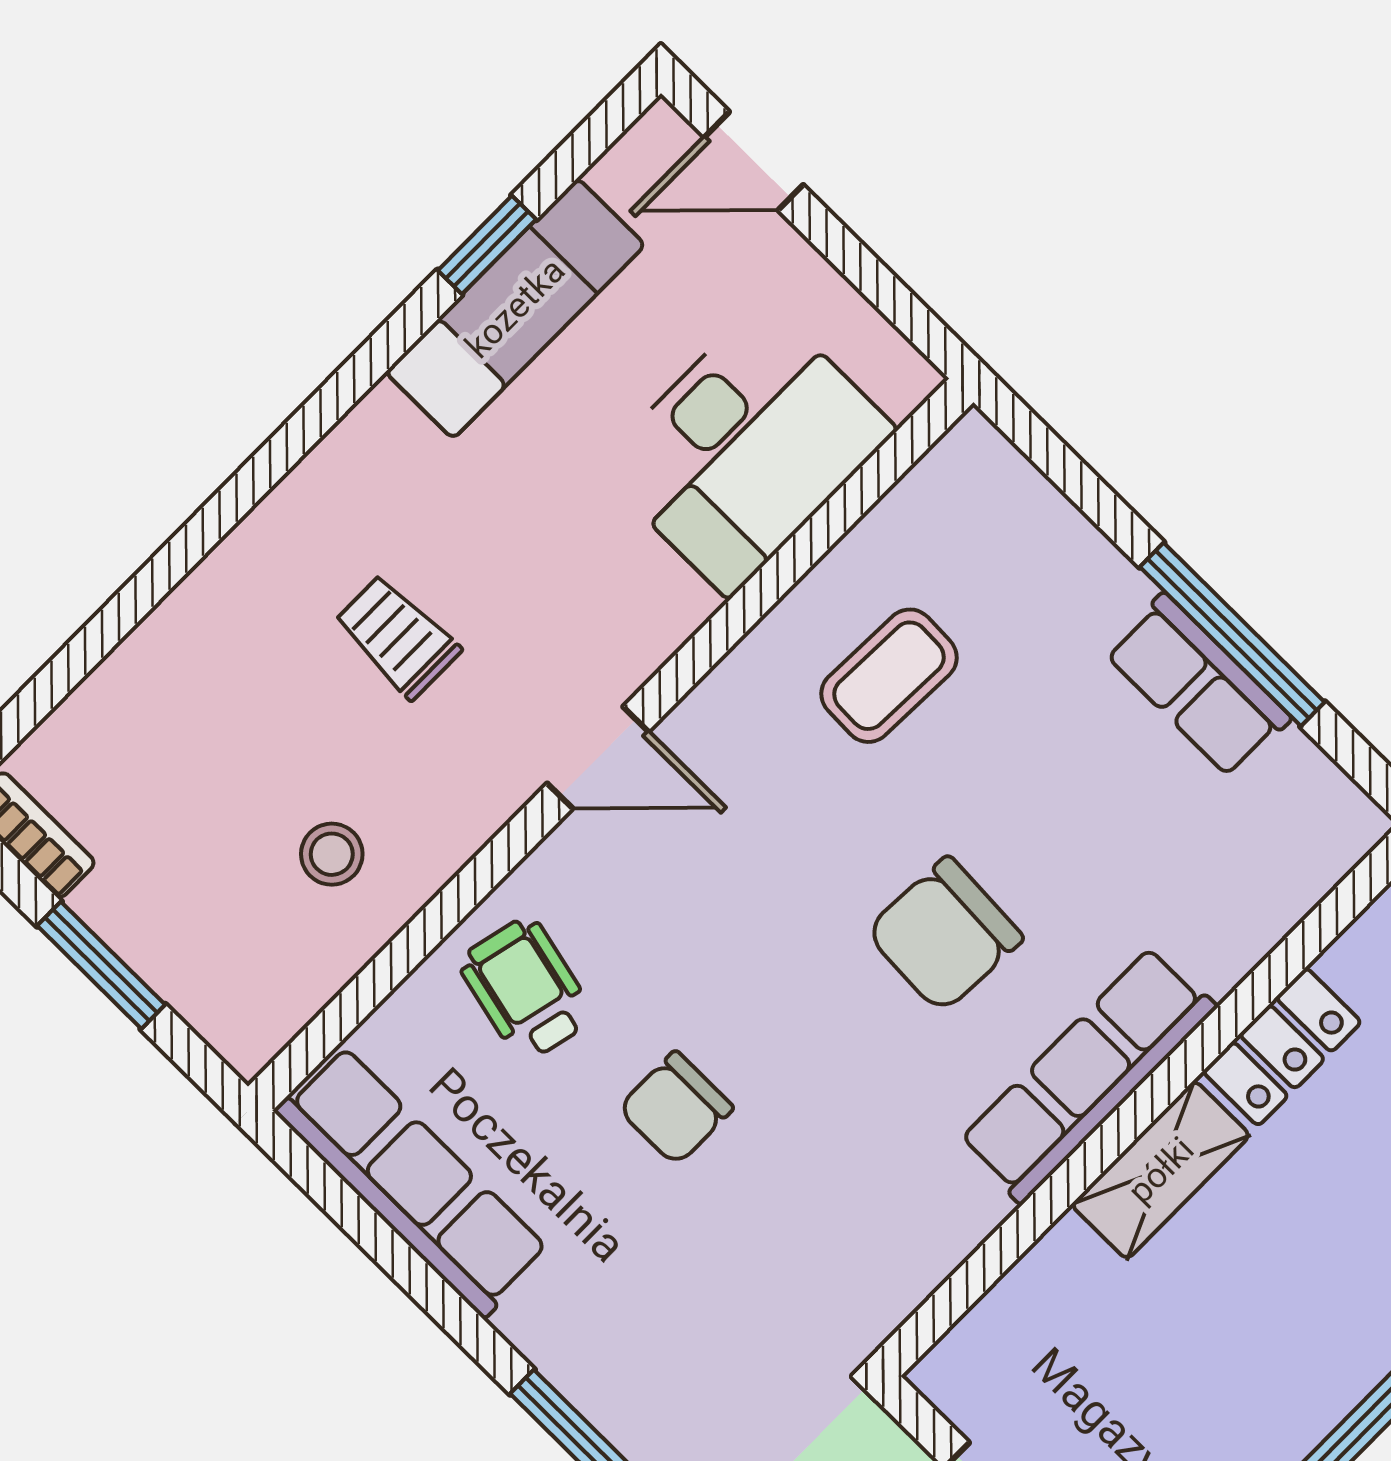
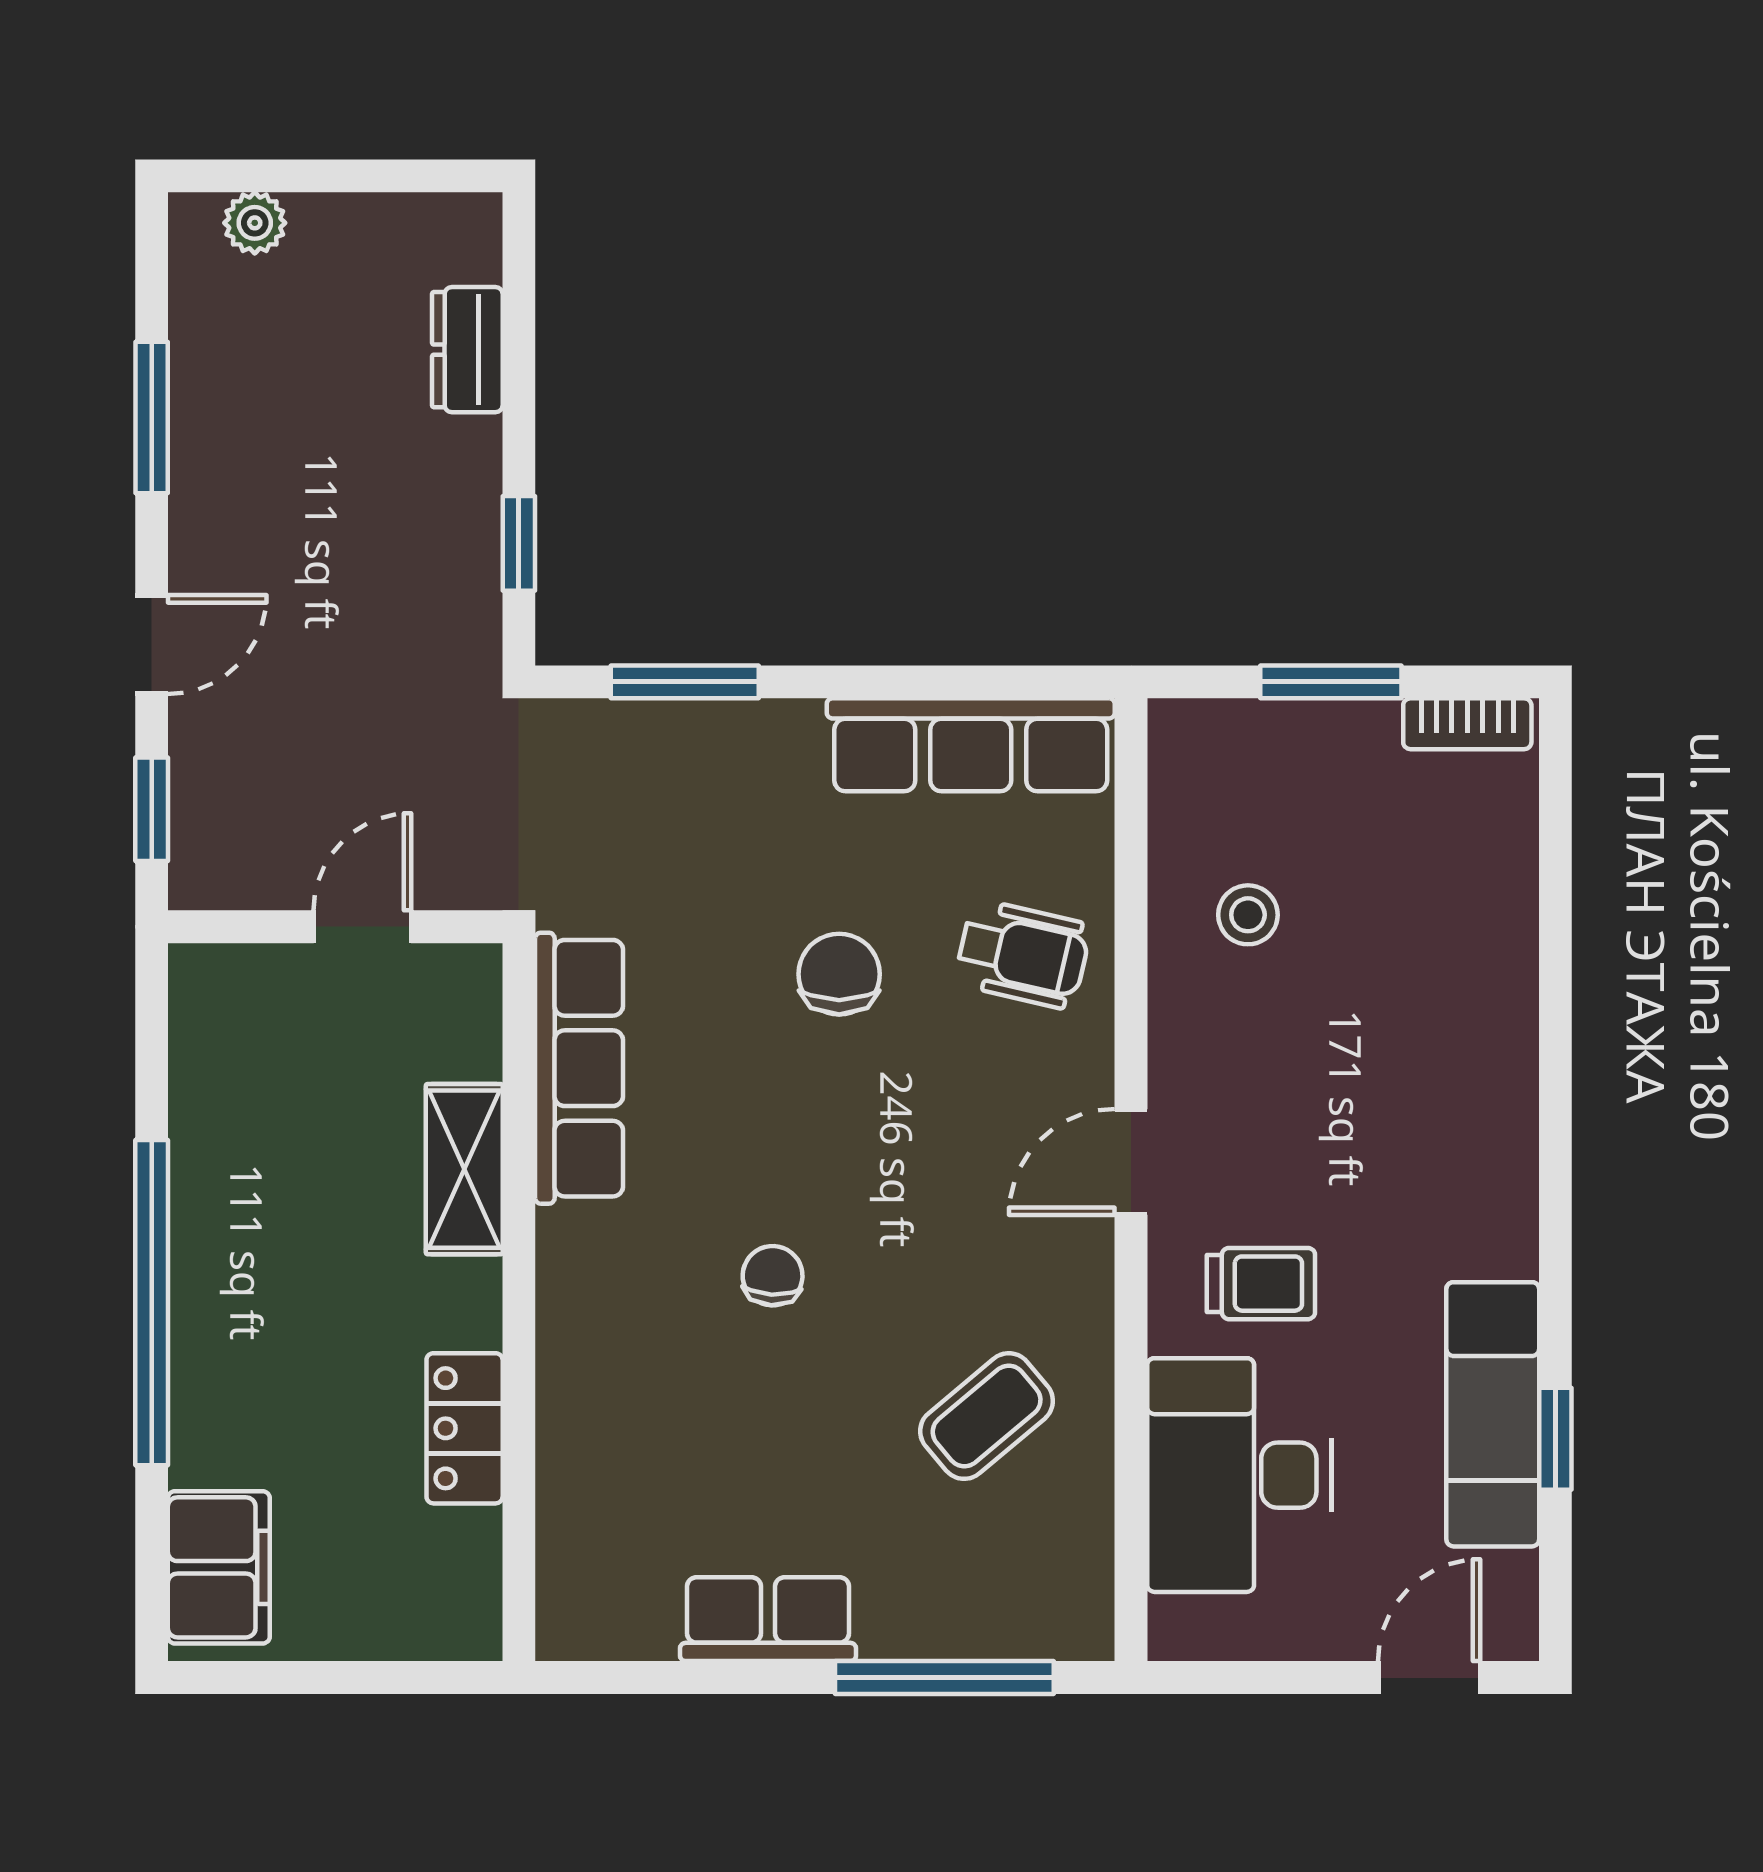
window: (1232, 634) -> (944, 1678), moved
trolley: (397, 637) -> (1261, 1284), moved
coffee table: (889, 676) -> (987, 1416), turned 48
chair: (944, 935) -> (773, 1276), width x0.54, depth x0.54
row of seats: (1088, 1075) -> (579, 1068), moved
shelving: (1161, 1170) -> (464, 1169), moved

